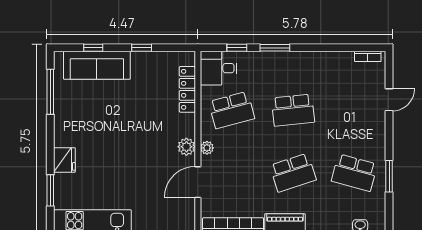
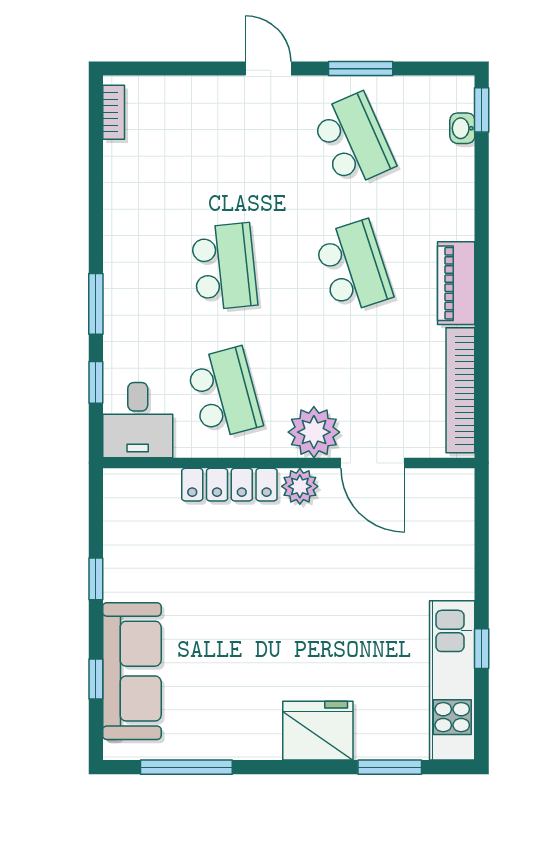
locker: (187, 89) -> (229, 485), moved
door: (389, 100) -> (268, 69), moved
plant: (207, 148) -> (314, 432), width x1.88, depth x1.88
fridge: (64, 160) -> (318, 731), width x1.36, depth x1.34
school desk: (354, 173) -> (353, 140), turned -39

